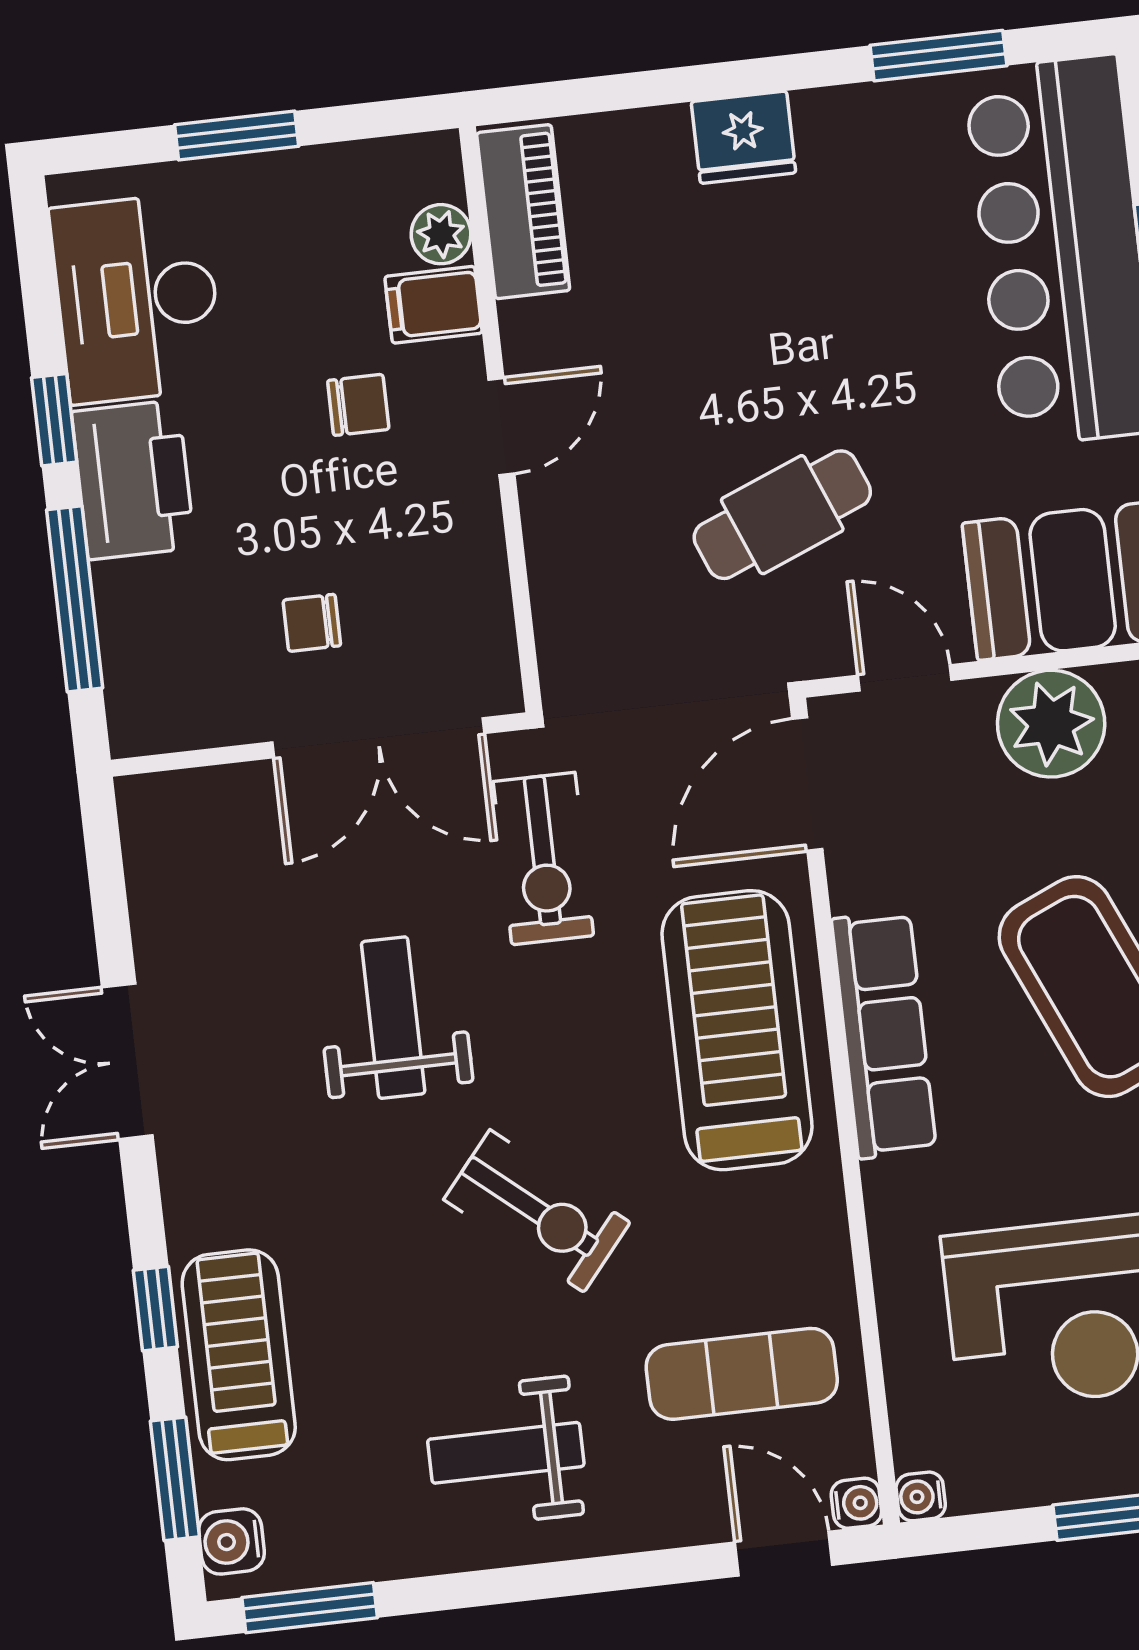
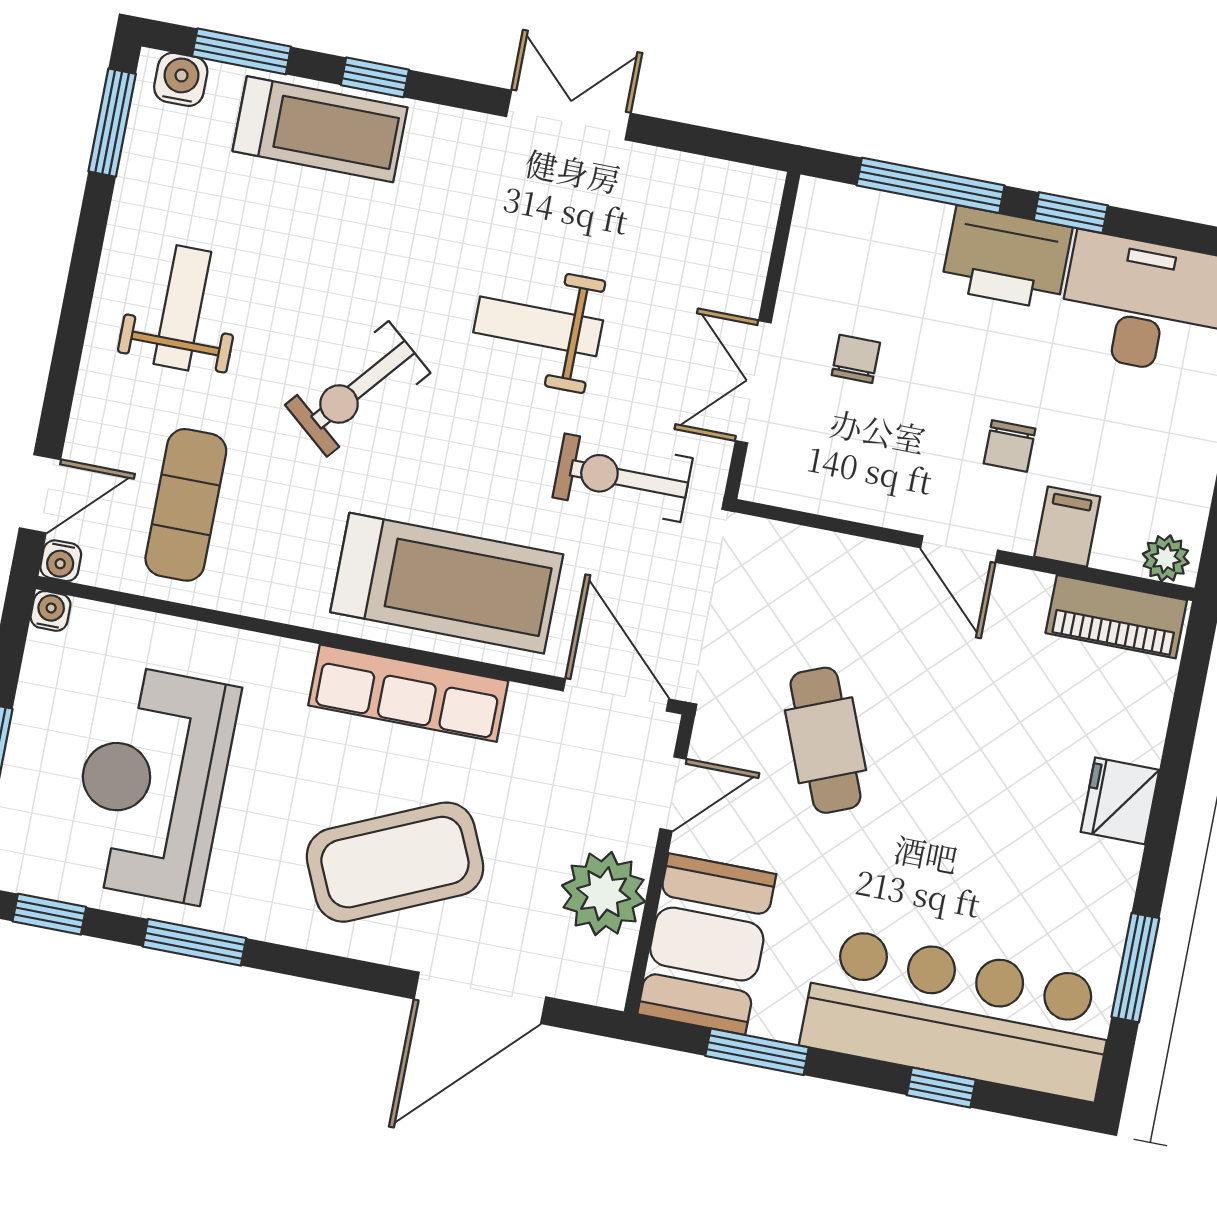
plant: (441, 234) -> (1166, 558), moved
double door: (378, 738) -> (753, 382), width x0.73
weight bench: (393, 1018) -> (538, 326), turned 180

